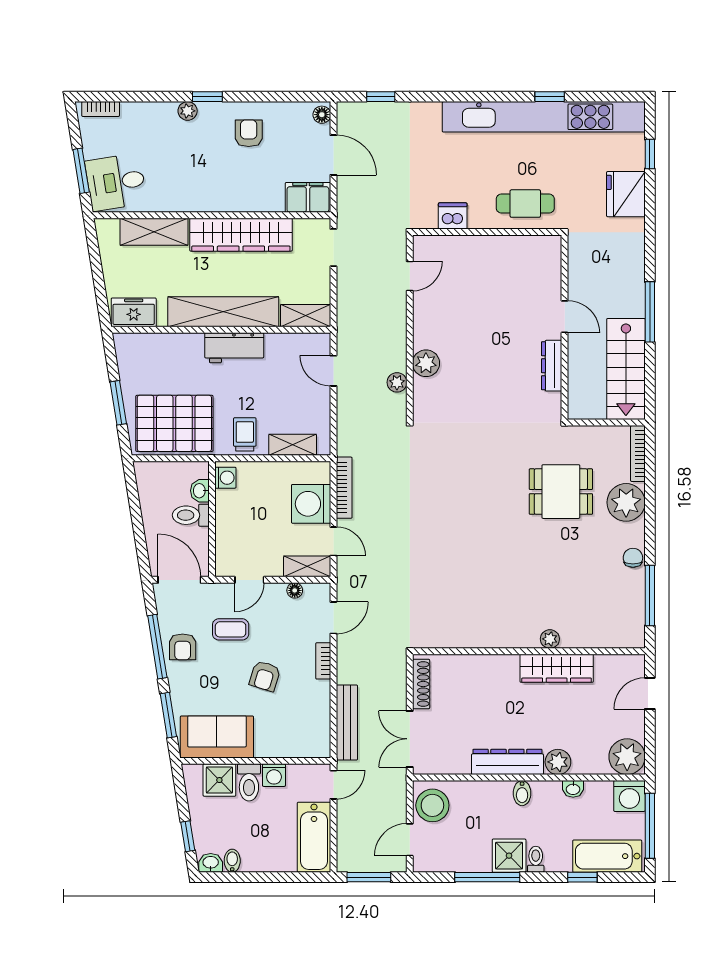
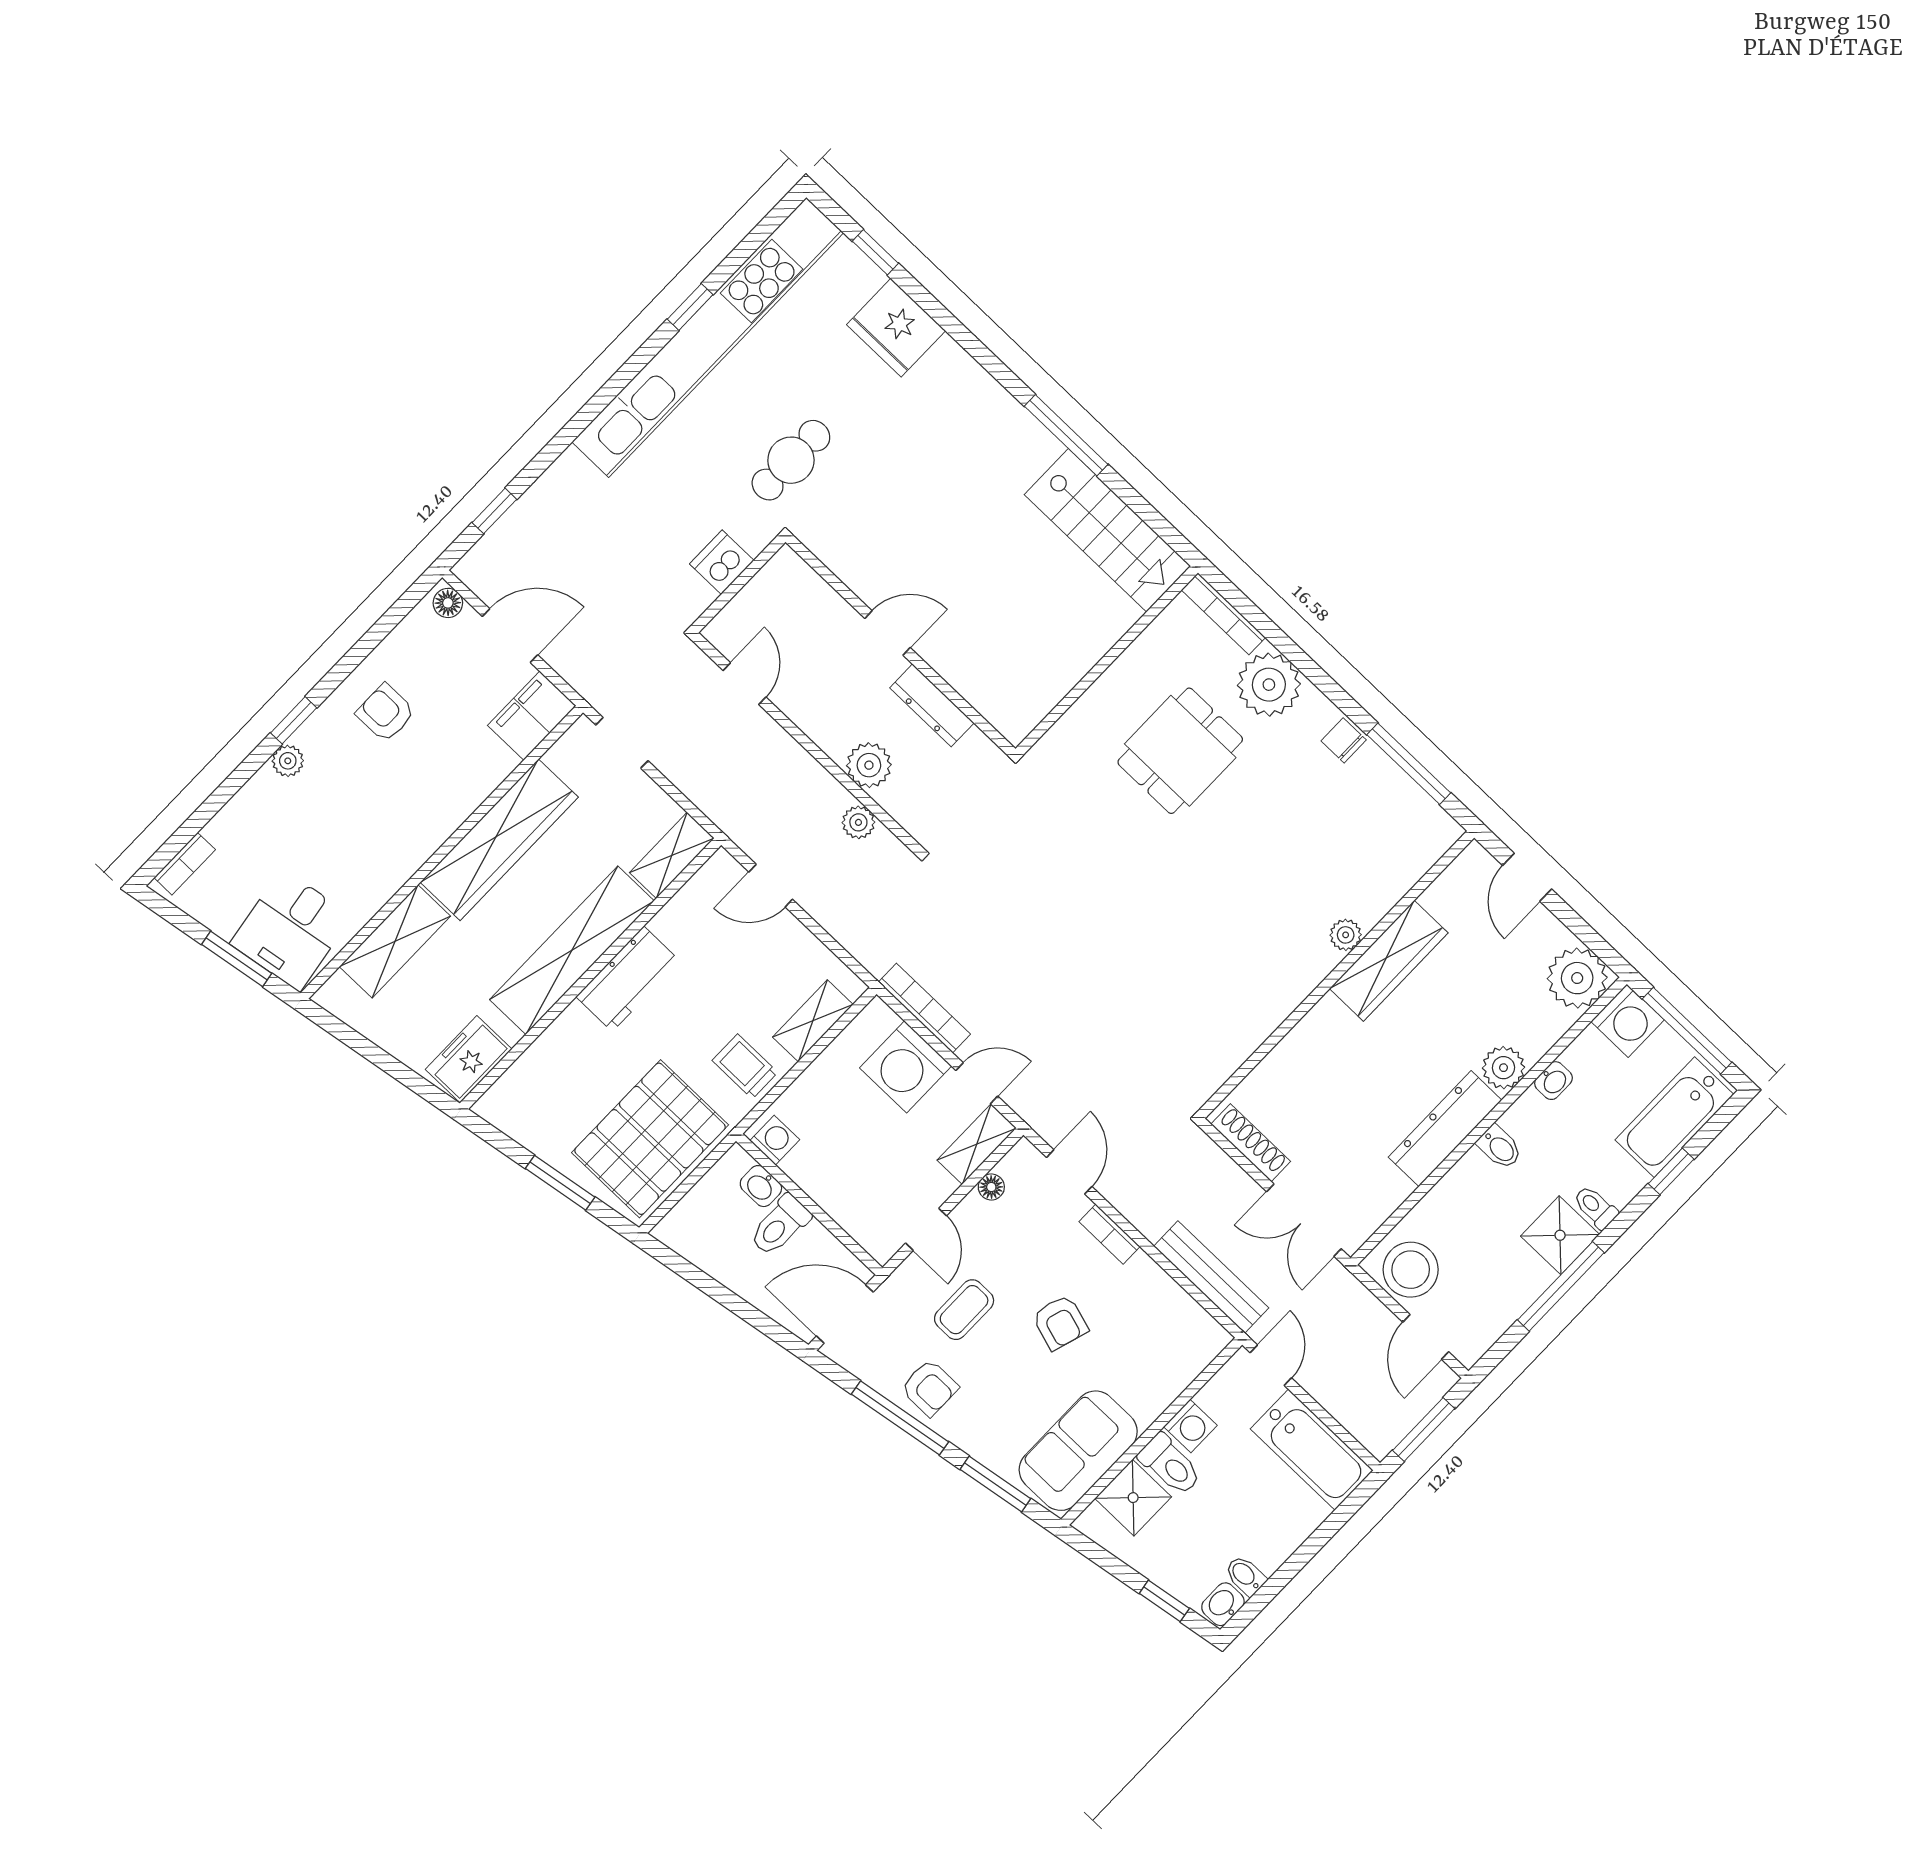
door: (565, 317) -> (887, 633), moved
wall: (565, 327) -> (900, 645), moved
dresser: (552, 366) -> (932, 705), moved

